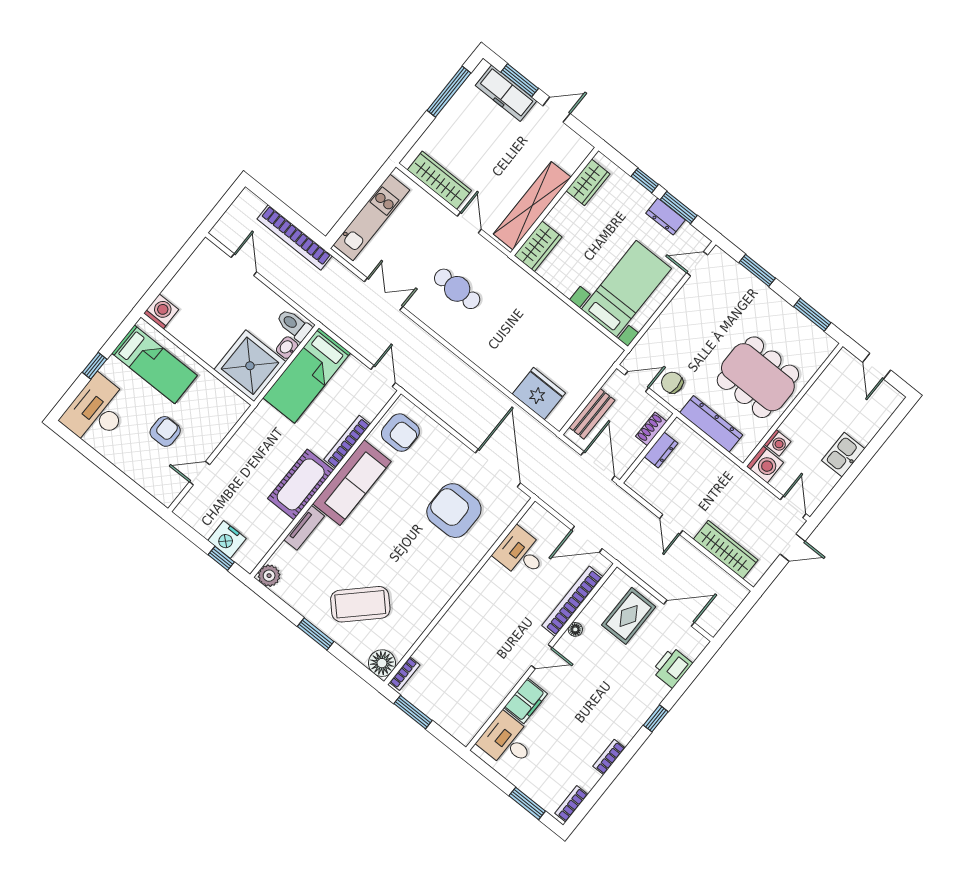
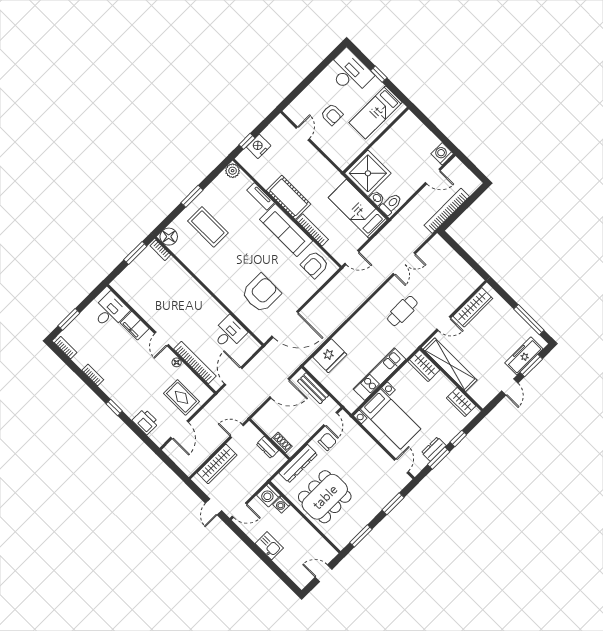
kitchen unit: (371, 217) -> (380, 374), moved, turned 90
washing machine: (161, 311) -> (442, 154), moved, turned 180
shoe rack: (651, 429) -> (282, 443), moved
wall: (648, 448) -> (270, 439), moved
dresser: (661, 450) -> (268, 447), moved
coffee table: (360, 604) -> (208, 227), turned -46

